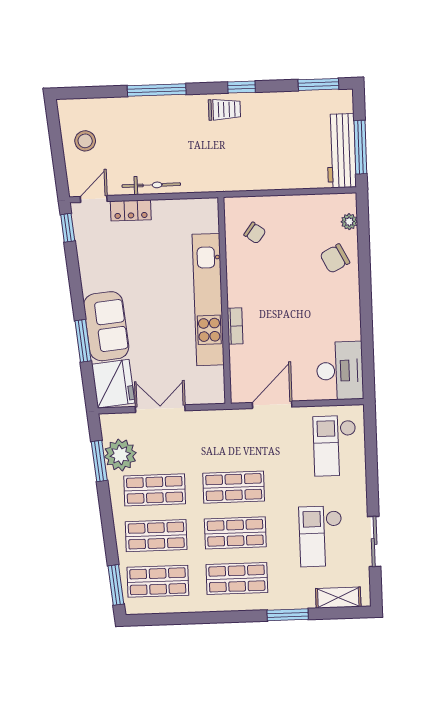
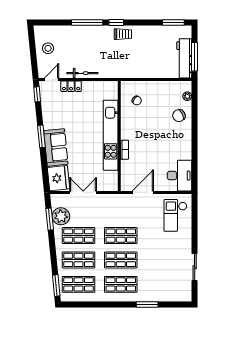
window: (241, 87) -> (116, 23), moved
window: (83, 341) -> (41, 136), moved
checkout: (321, 536) -> (166, 263), removed
shelving: (338, 598) -> (174, 296), removed

